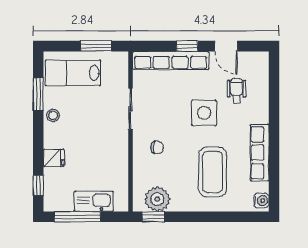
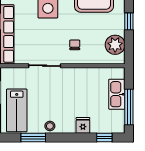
window: (153, 217) -> (129, 21), moved

